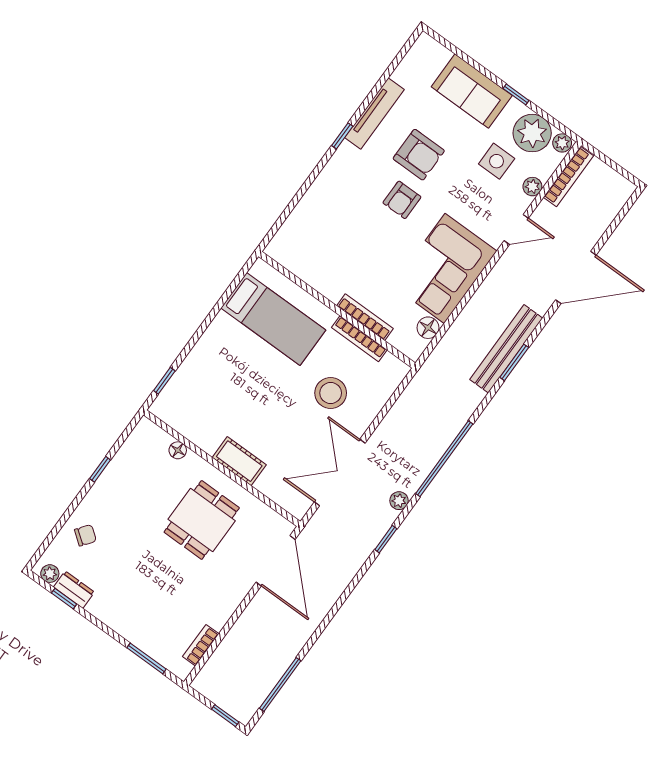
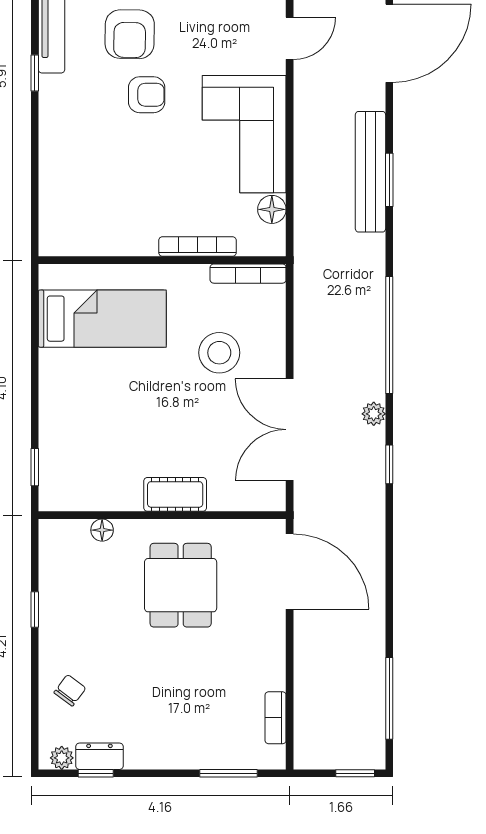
armchair: (419, 155) -> (130, 34), turned 91
armchair: (402, 200) -> (147, 95), turned -90
bookcase: (359, 339) -> (248, 274), moved

